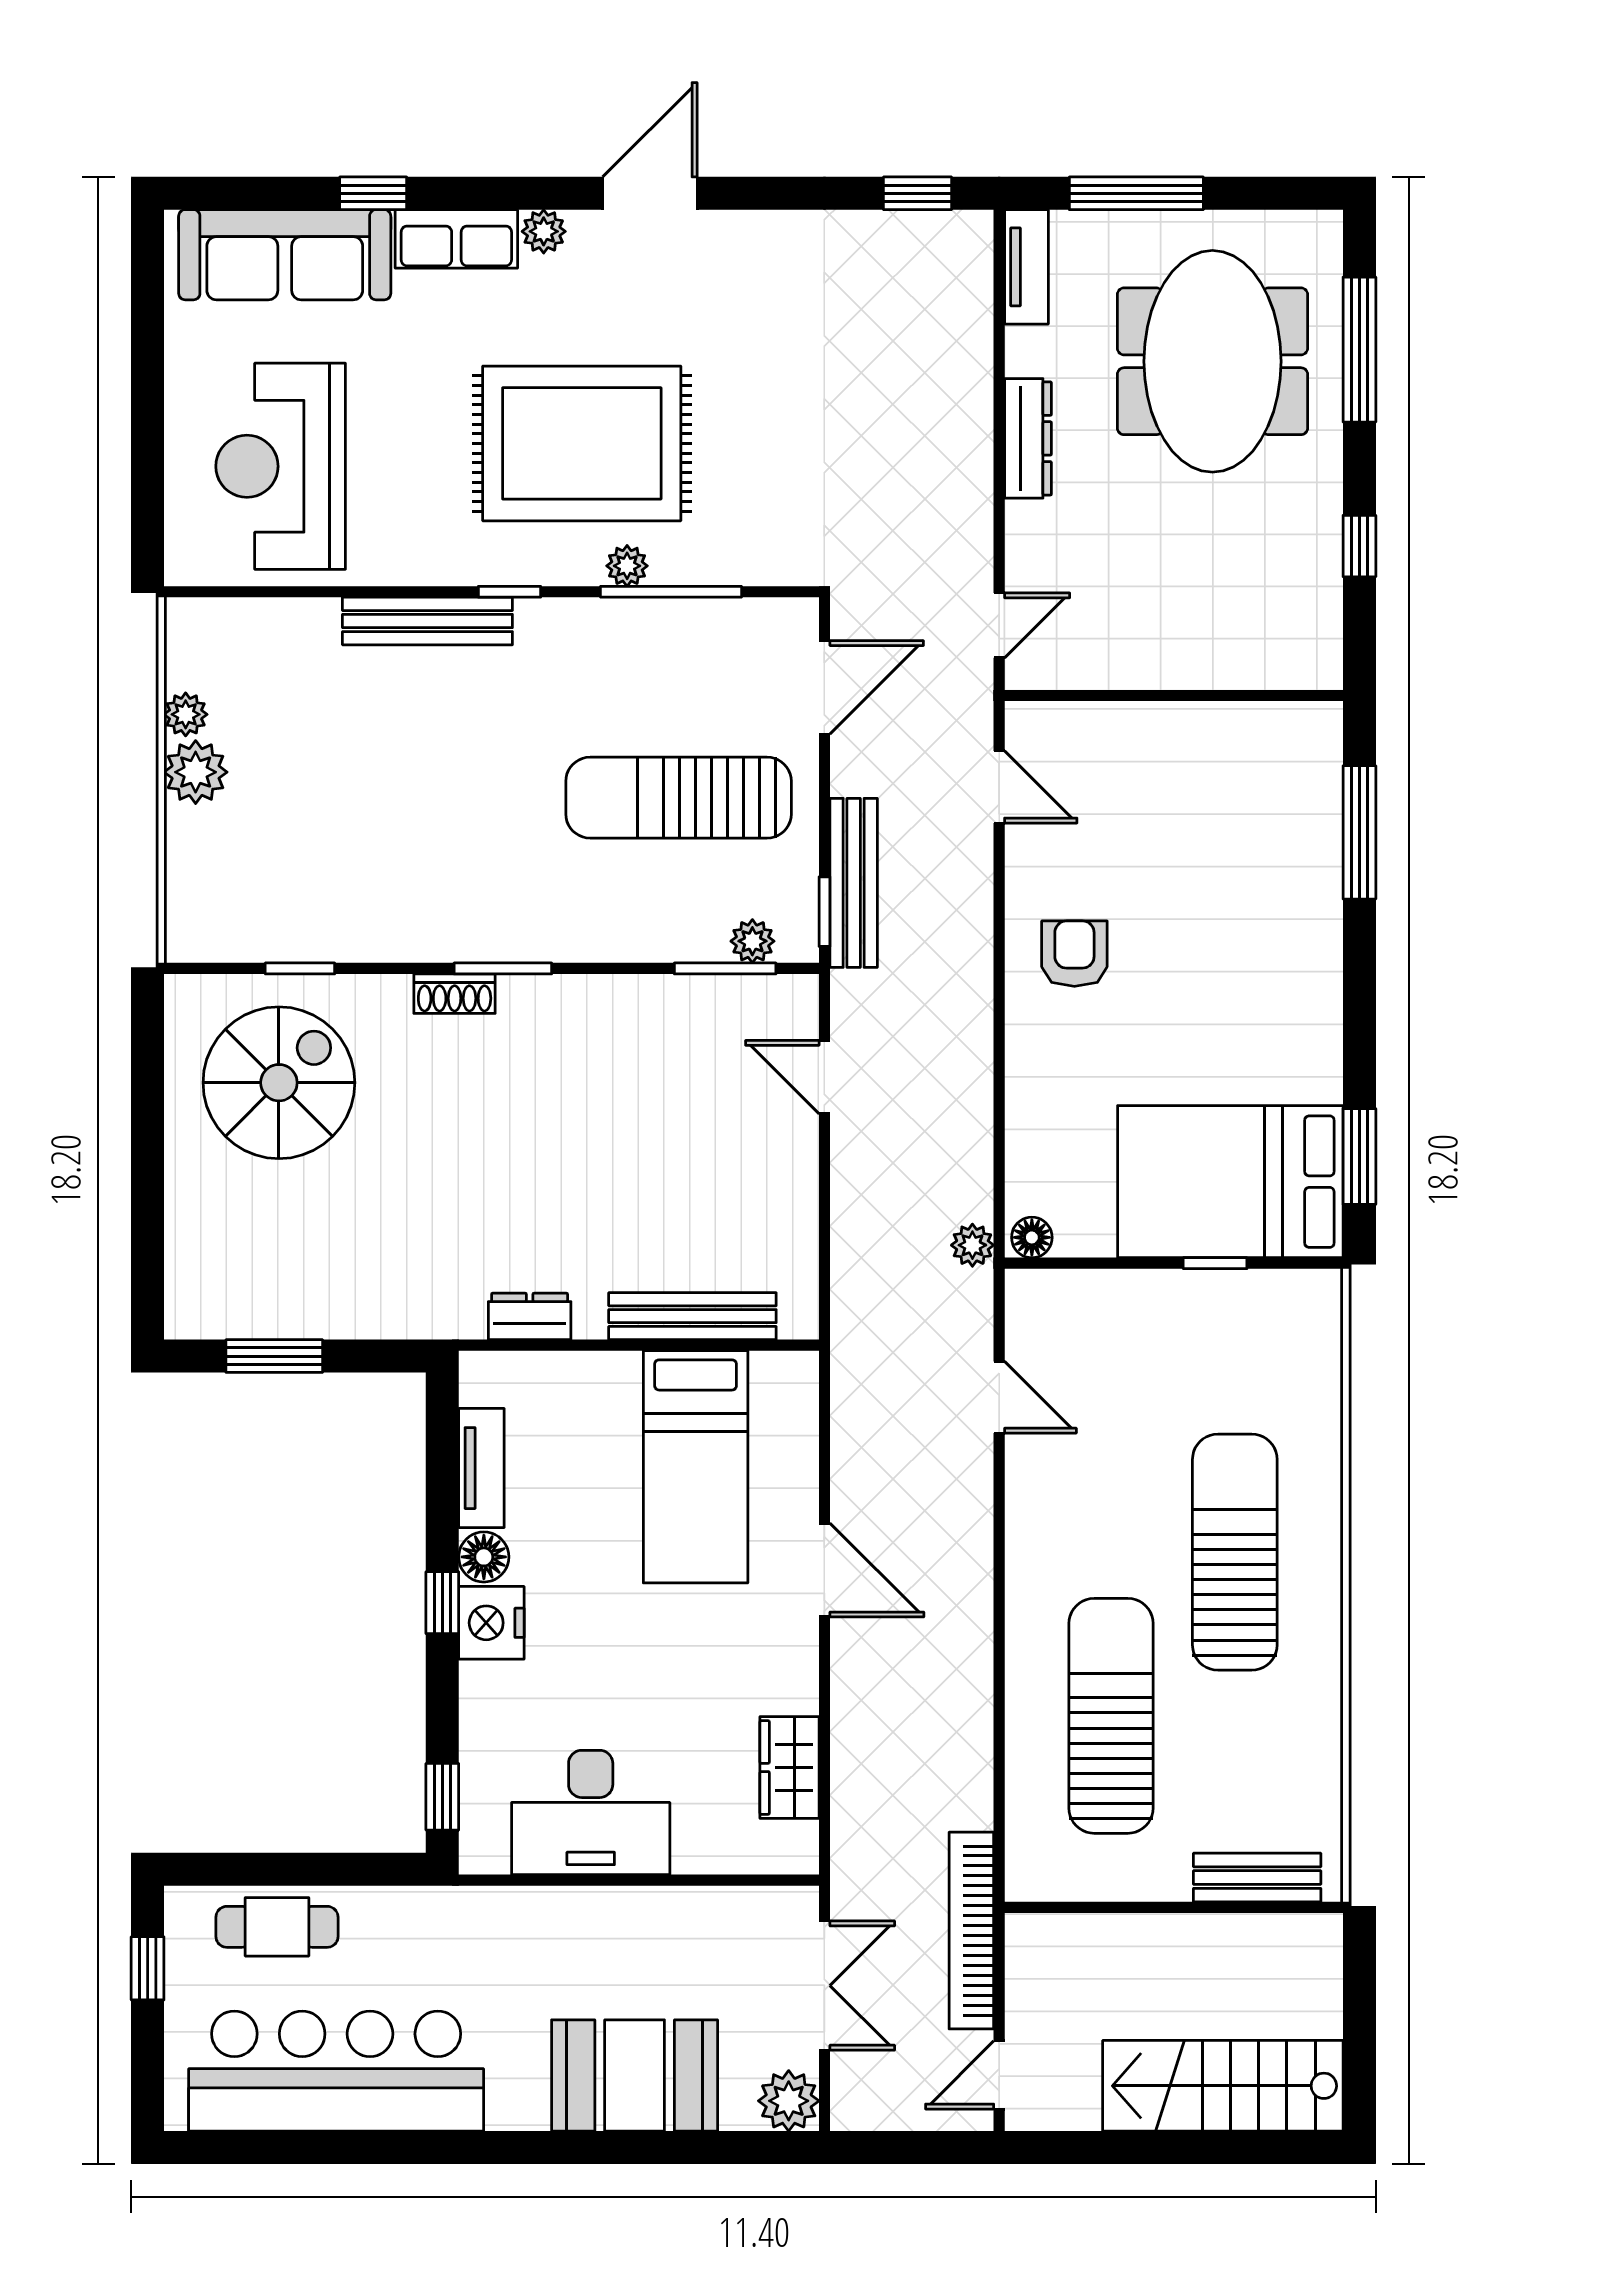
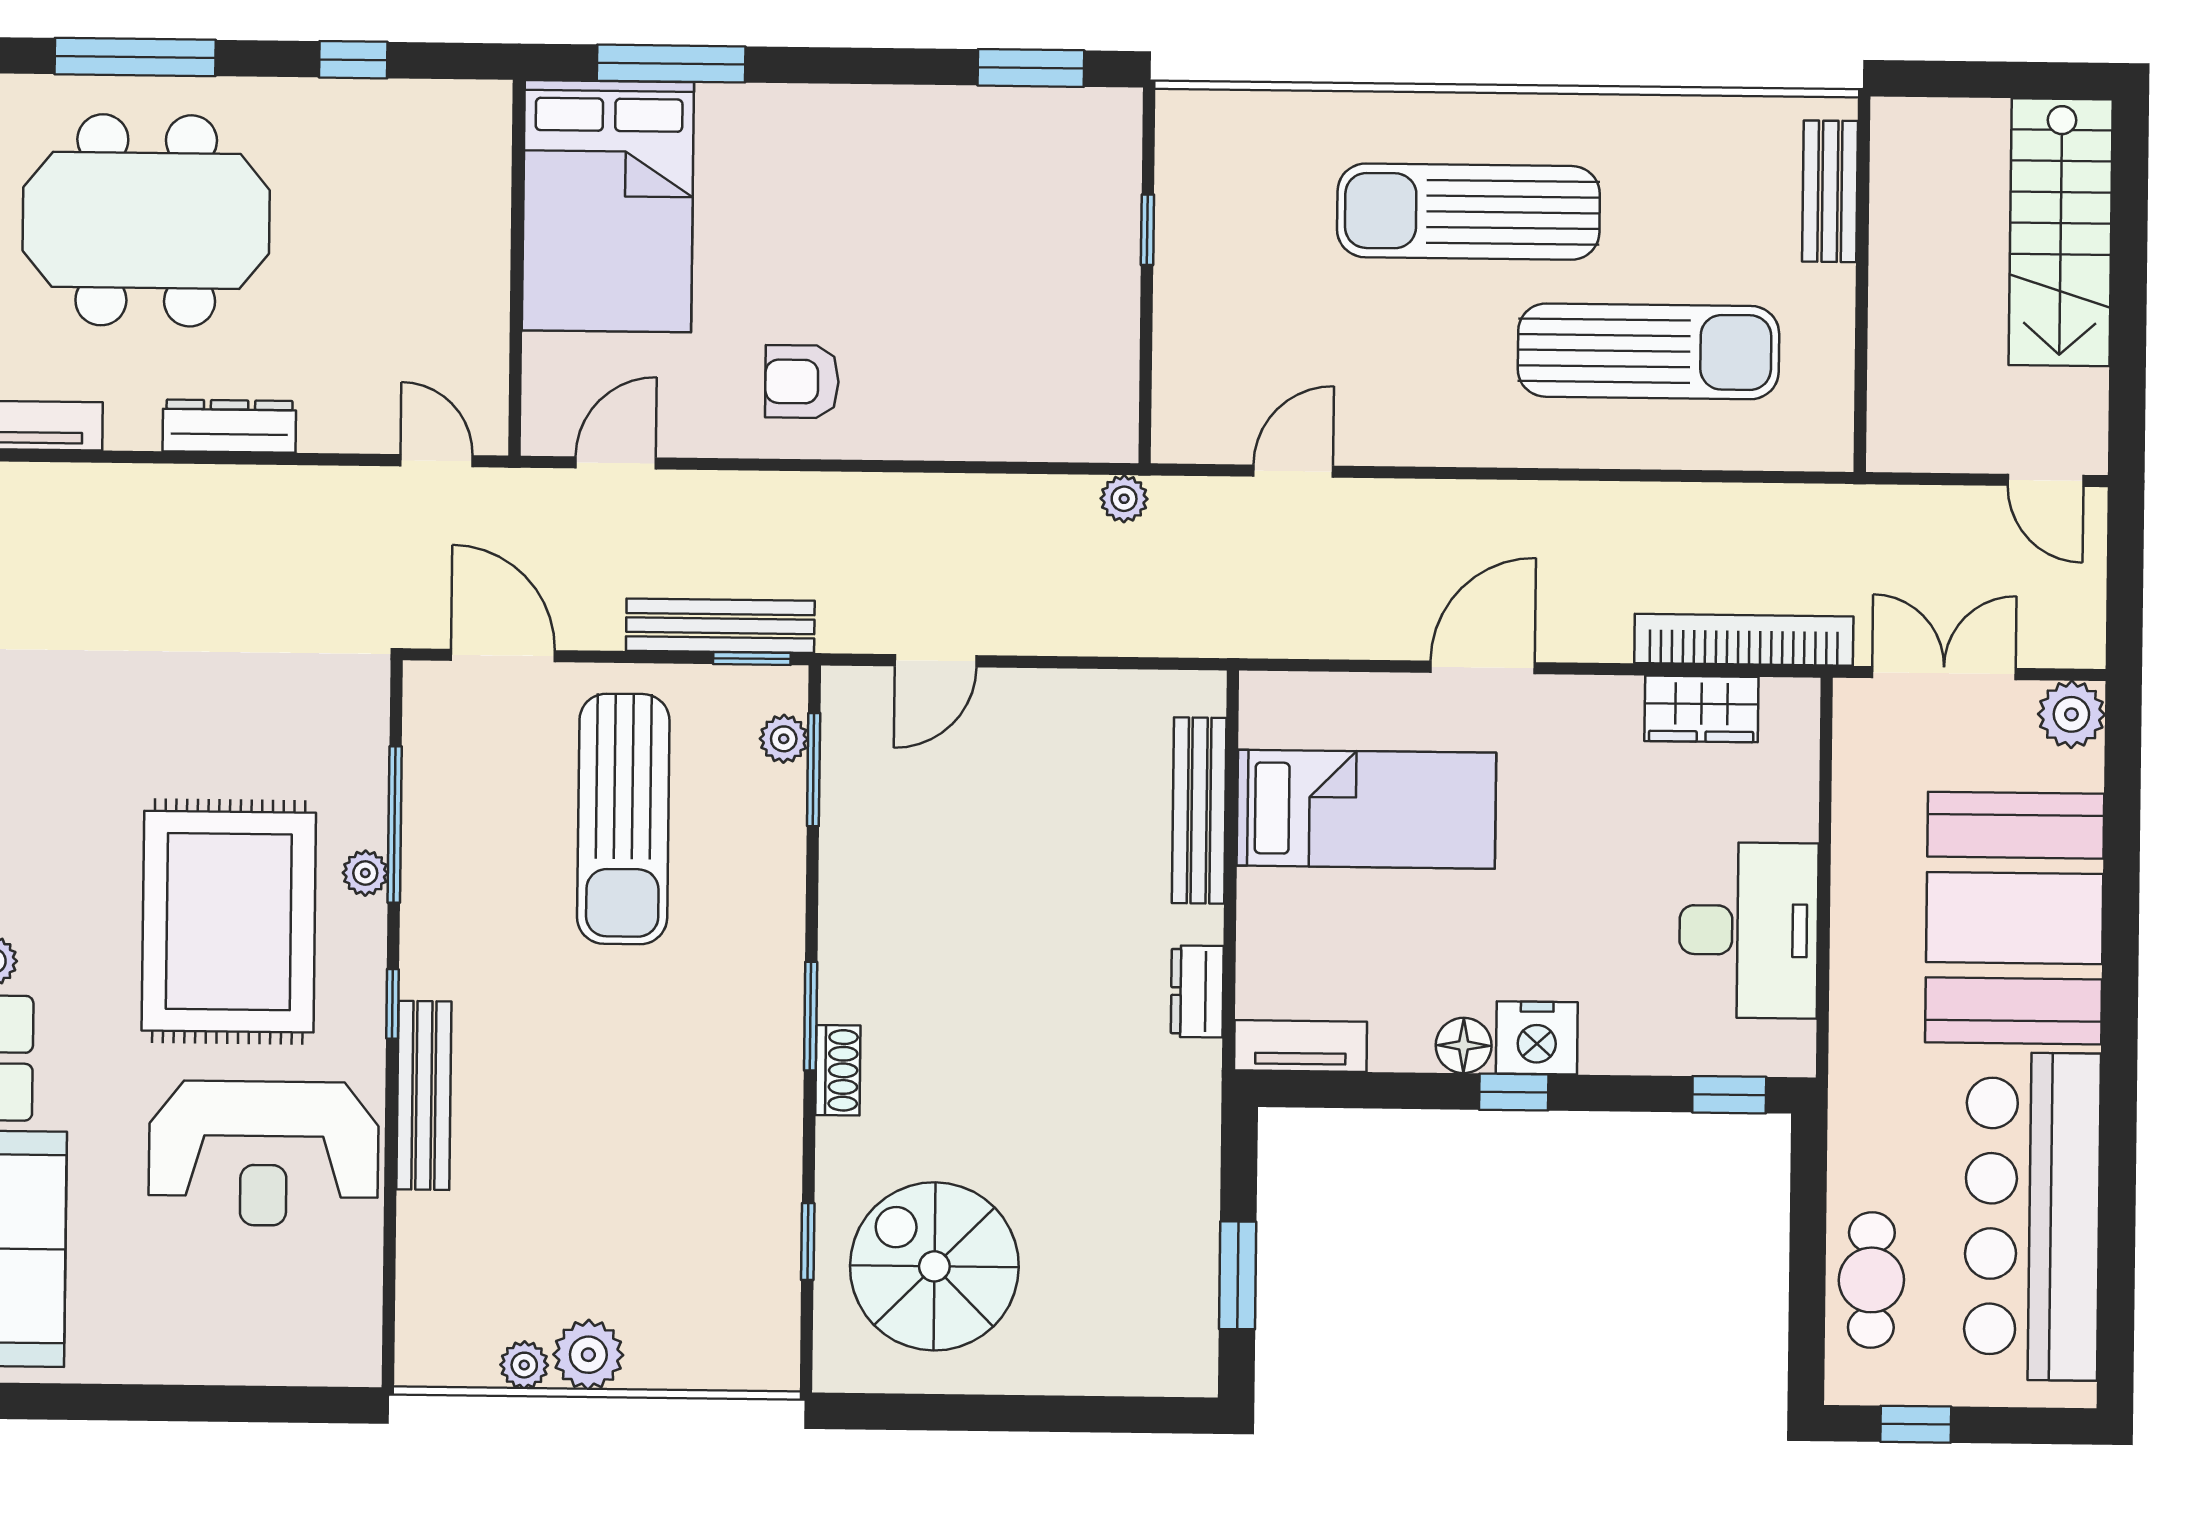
reception desk: (281, 466) -> (264, 1153), moved
bed: (1230, 1182) -> (608, 206), moved
floor lamp: (1032, 1237) -> (1116, 433), removed
tv unit: (481, 1468) -> (1301, 1046), moved
sun lounger: (1111, 1716) -> (1648, 351), turned 180
bookcase: (971, 1931) -> (1744, 640), moved, turned 180
booth: (635, 2075) -> (2015, 918), width x1.36, depth x1.42

